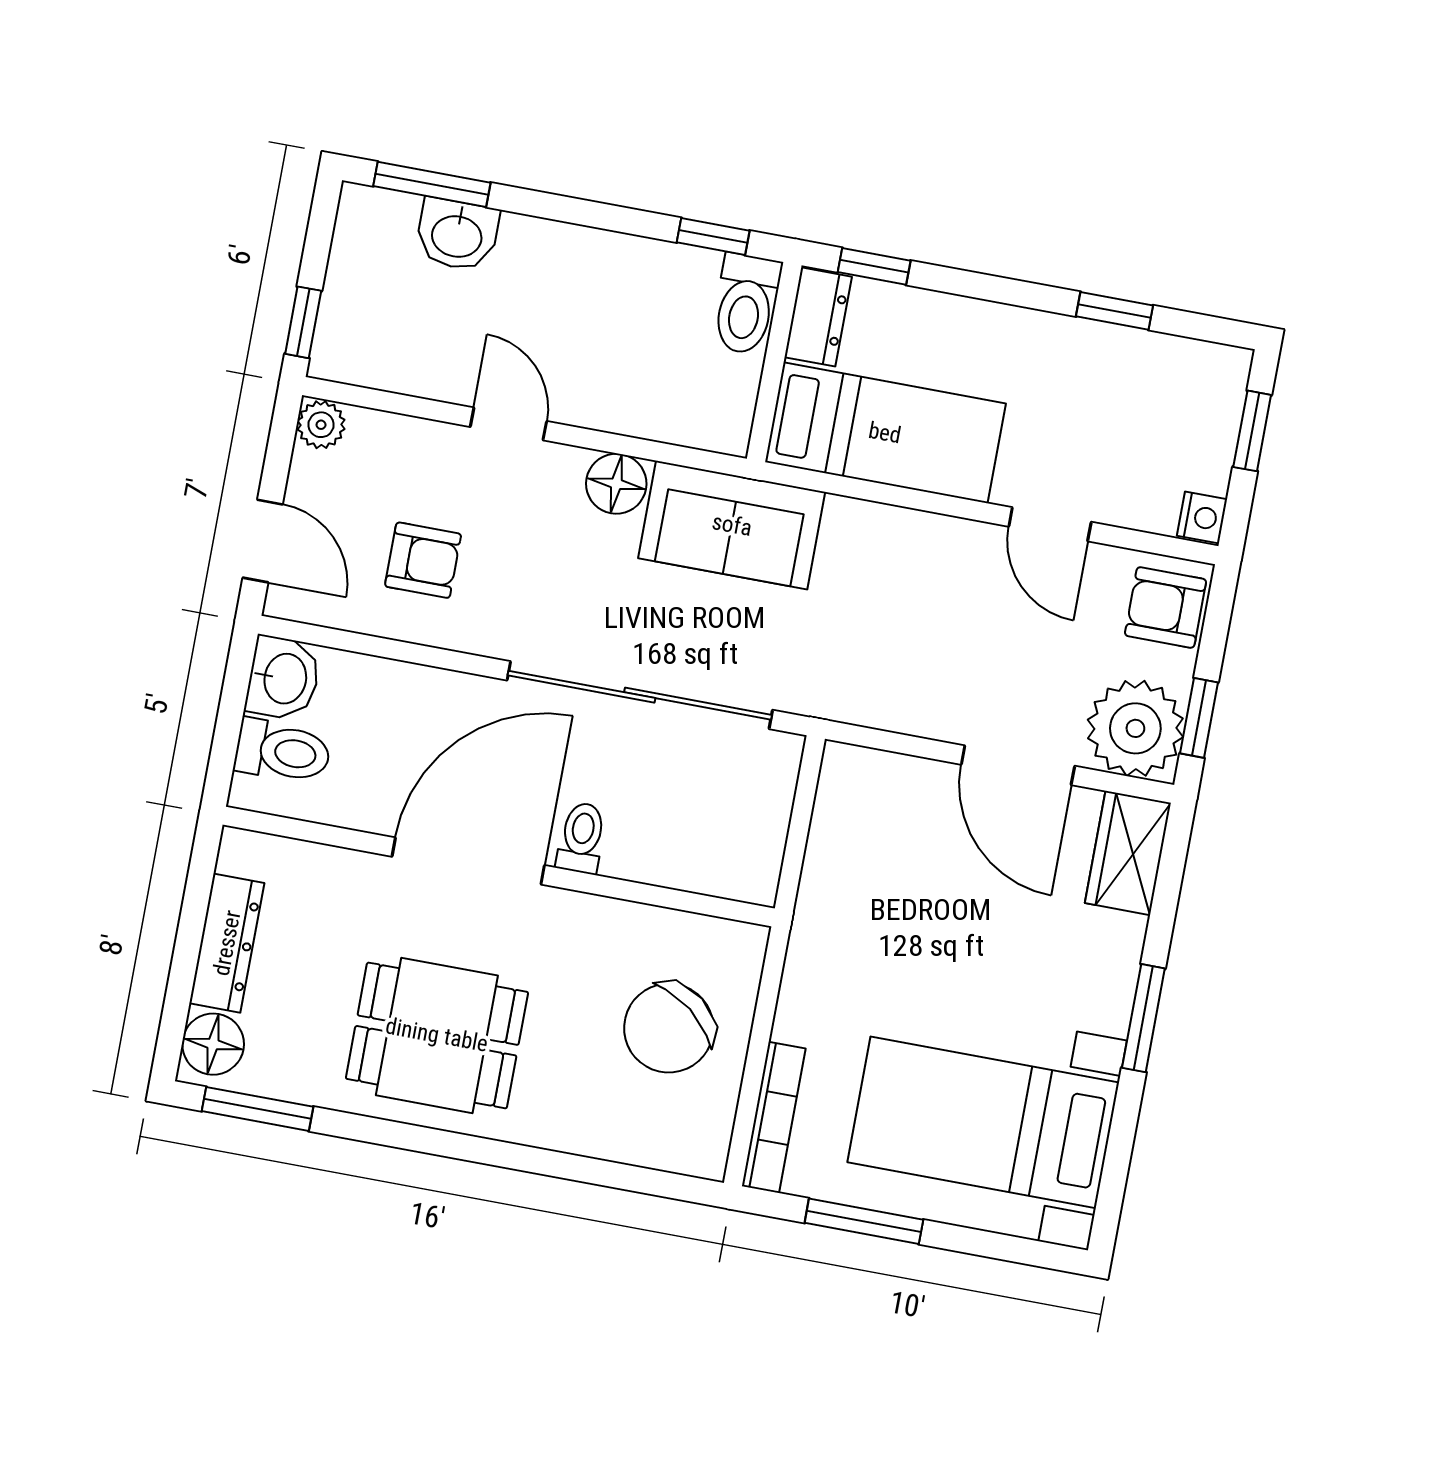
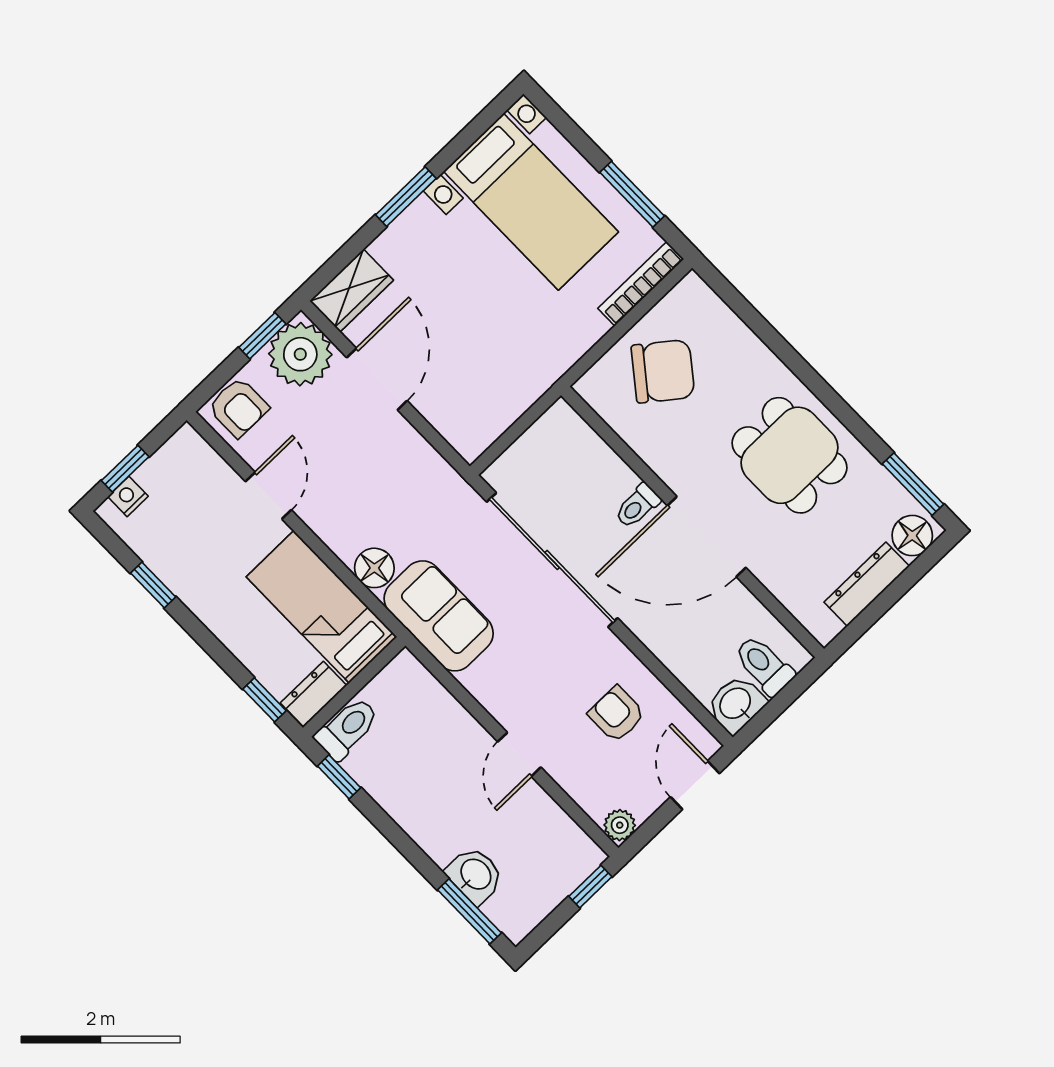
floor lamp: (616, 484) -> (374, 568), moved
nightstand: (1202, 517) -> (128, 496), moved

